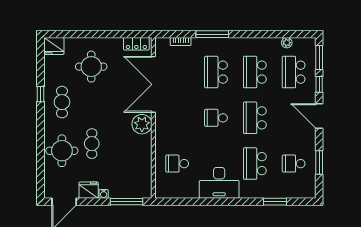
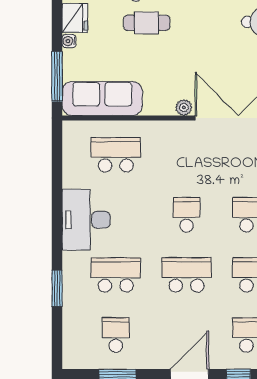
plant: (142, 124) -> (184, 107), width x0.53, depth x0.53
school desk: (177, 164) -> (116, 155), width x1.85
sofa: (141, 172) -> (102, 99), added
window: (275, 202) -> (57, 288), moved

